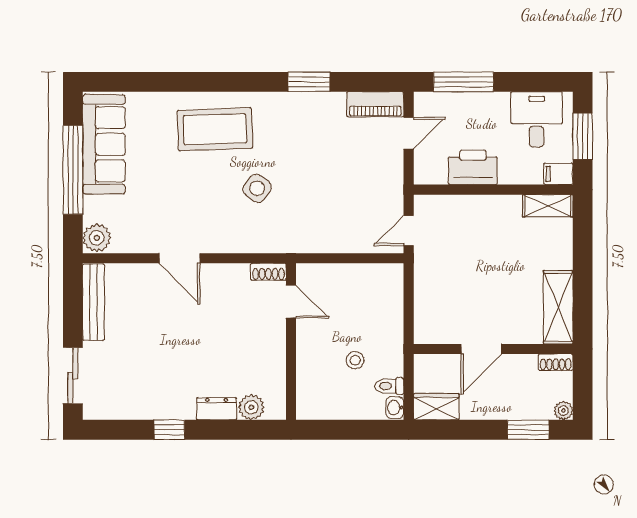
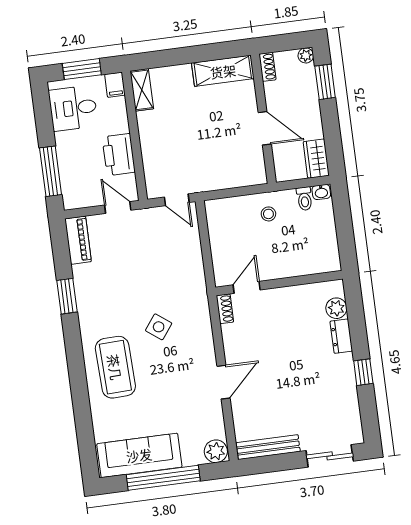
door: (409, 133) -> (118, 208), moved
stool: (355, 360) -> (268, 214), moved

